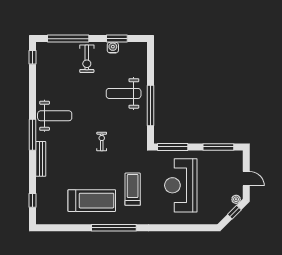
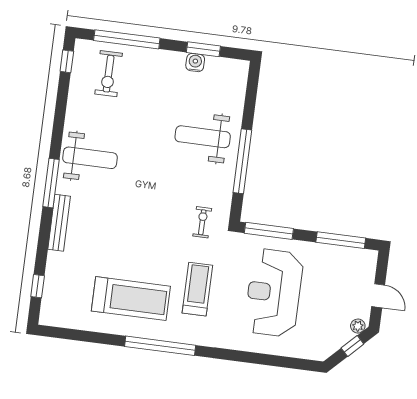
exercise bike: (87, 59) -> (109, 74), moved
exercise bike: (102, 141) -> (202, 222), moved

